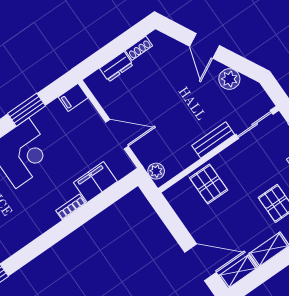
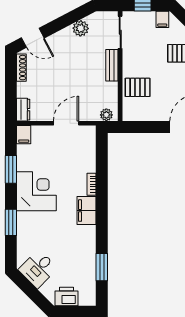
door: (205, 46) -> (33, 38), moved
shoe rack: (139, 48) -> (21, 68), width x1.43
dresser: (116, 67) -> (23, 110), moved
filing cabinet: (95, 182) -> (87, 211), moved

